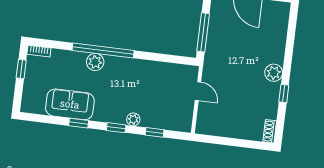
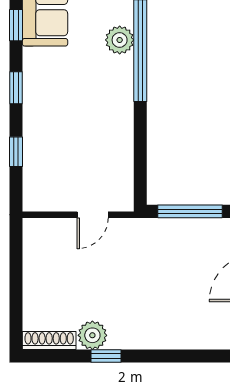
plant: (274, 73) -> (92, 335), moved
plant: (133, 119) -> (33, 114), removed
shoe rack: (270, 131) -> (49, 341), width x1.43

